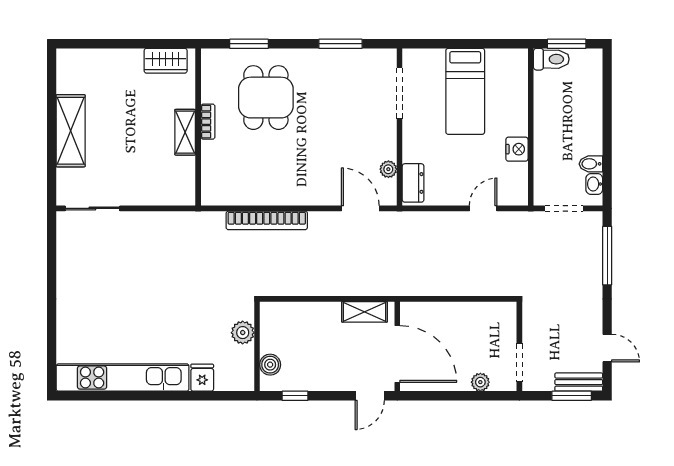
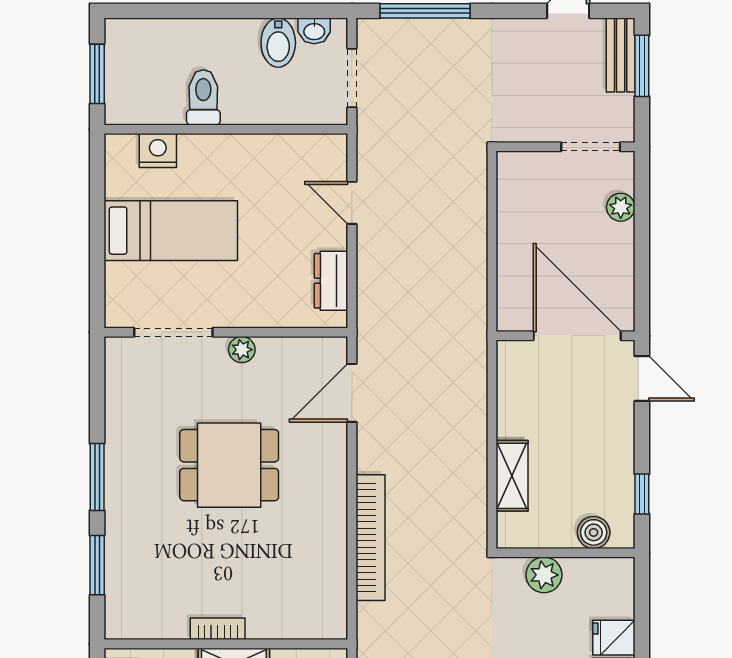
window: (340, 44) -> (97, 477), moved
toilet: (551, 59) -> (203, 97), moved
dining table: (266, 98) -> (229, 465), moved
nightstand: (517, 149) -> (158, 150), moved
bidet: (591, 164) -> (278, 43), width x1.38, depth x1.36
plant: (388, 169) -> (242, 350), moved
dresser: (413, 183) -> (331, 281), moved, turned -90
shelving: (364, 312) -> (512, 476), moved
door: (397, 354) -> (577, 336), hinge flipped

